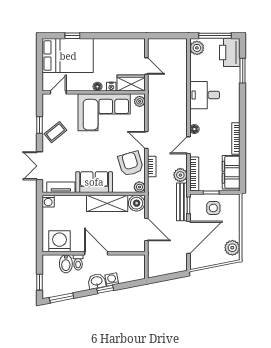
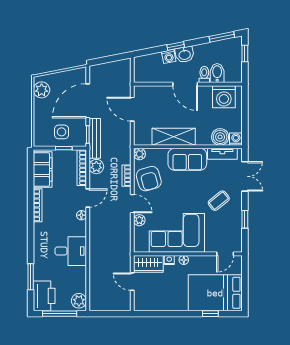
plant: (140, 101) -> (139, 220), moved
coffee table: (55, 132) -> (219, 201), moved
boiler: (137, 203) -> (220, 137), moved

